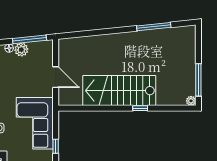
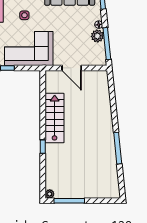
window: (154, 27) -> (118, 148), moved
door: (56, 77) -> (72, 68), hinge flipped
stairs: (119, 91) -> (55, 118), width x0.73, depth x0.66

